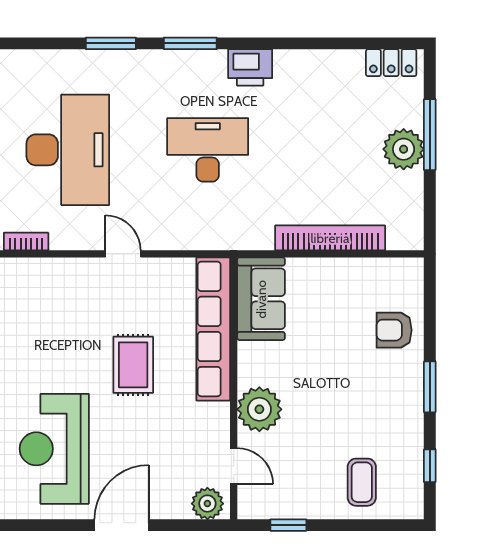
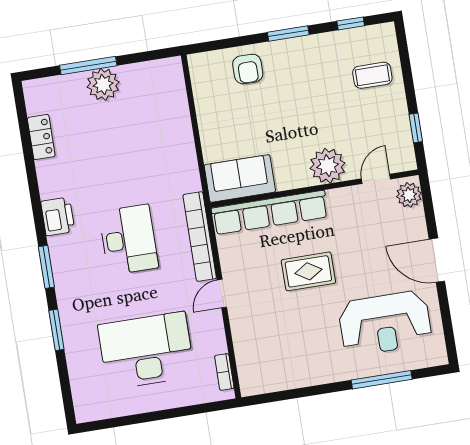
locker: (391, 63) -> (41, 137), moved
desk: (208, 150) -> (129, 240), turned 180
bookcase: (330, 238) -> (200, 237), moved

